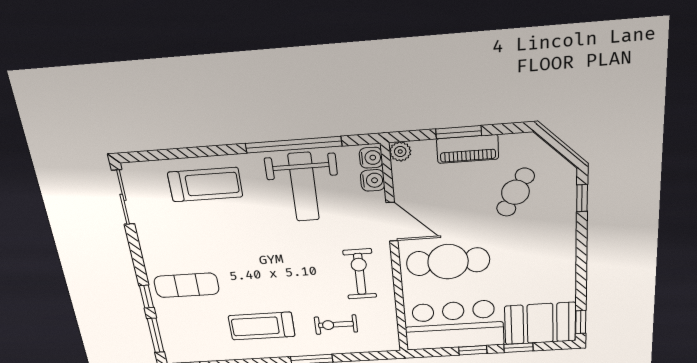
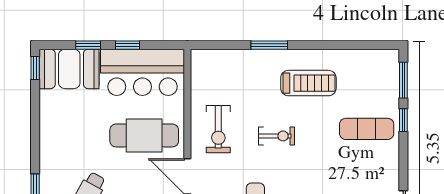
exercise bike: (336, 325) -> (277, 136), moved

